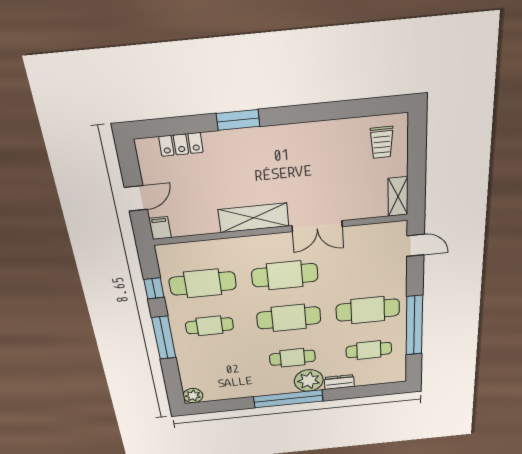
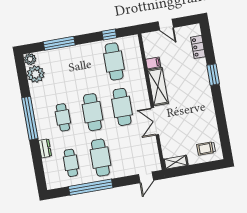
filing cabinet: (160, 228) -> (153, 63), moved
cafe table: (210, 326) -> (84, 67), removed
window: (164, 338) -> (59, 43), moved
plant: (309, 381) -> (36, 74), moved

